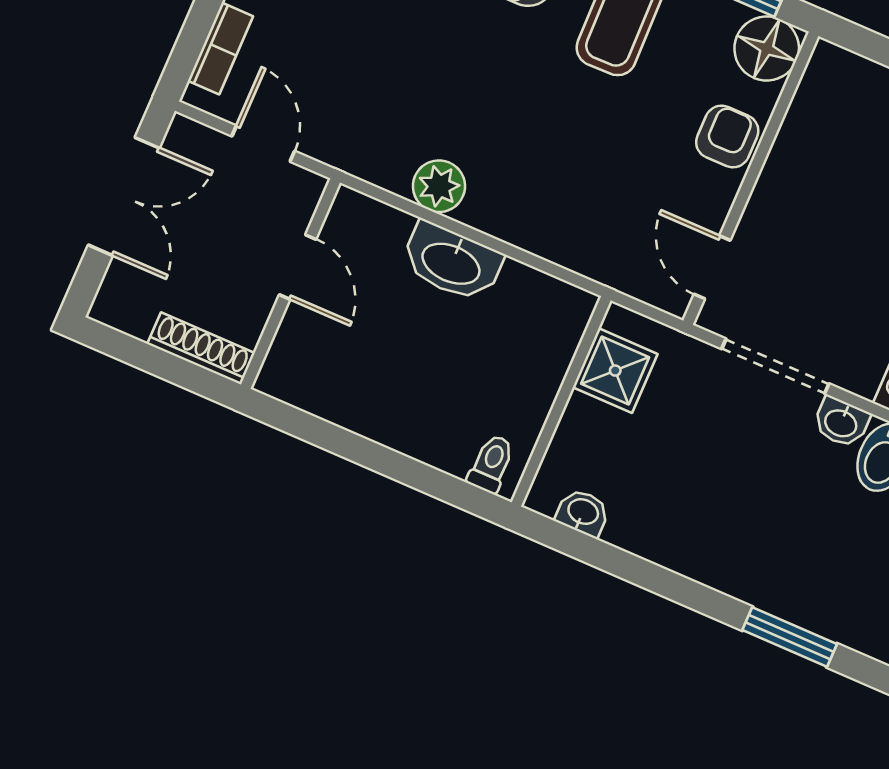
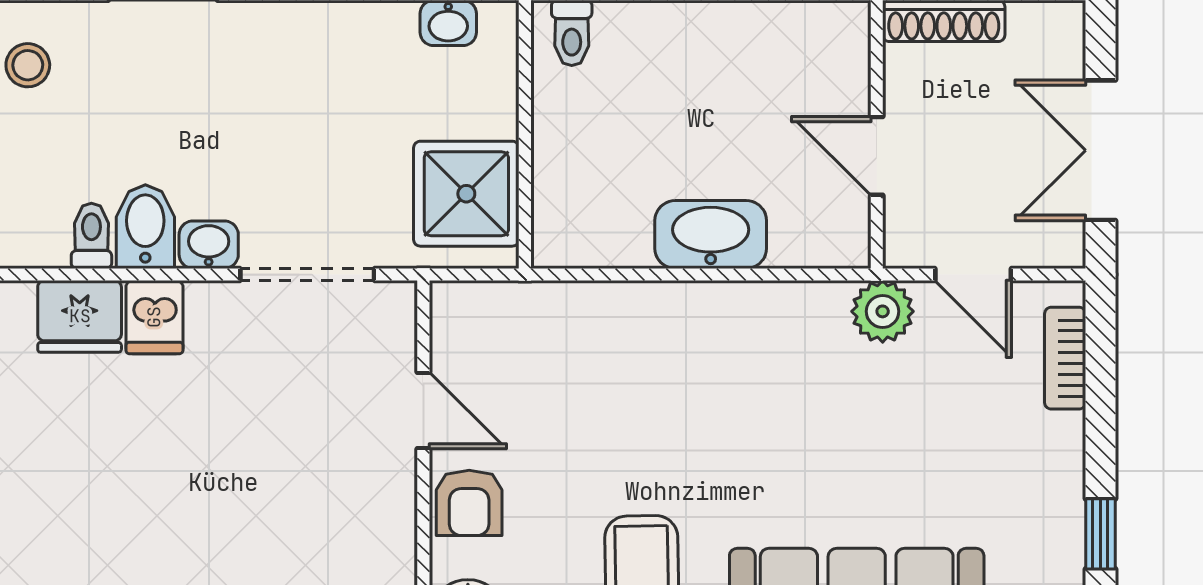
plant: (439, 186) -> (883, 311), moved
door: (712, 267) -> (423, 410), moved
shower: (615, 371) -> (466, 194), width x1.36, depth x1.36

